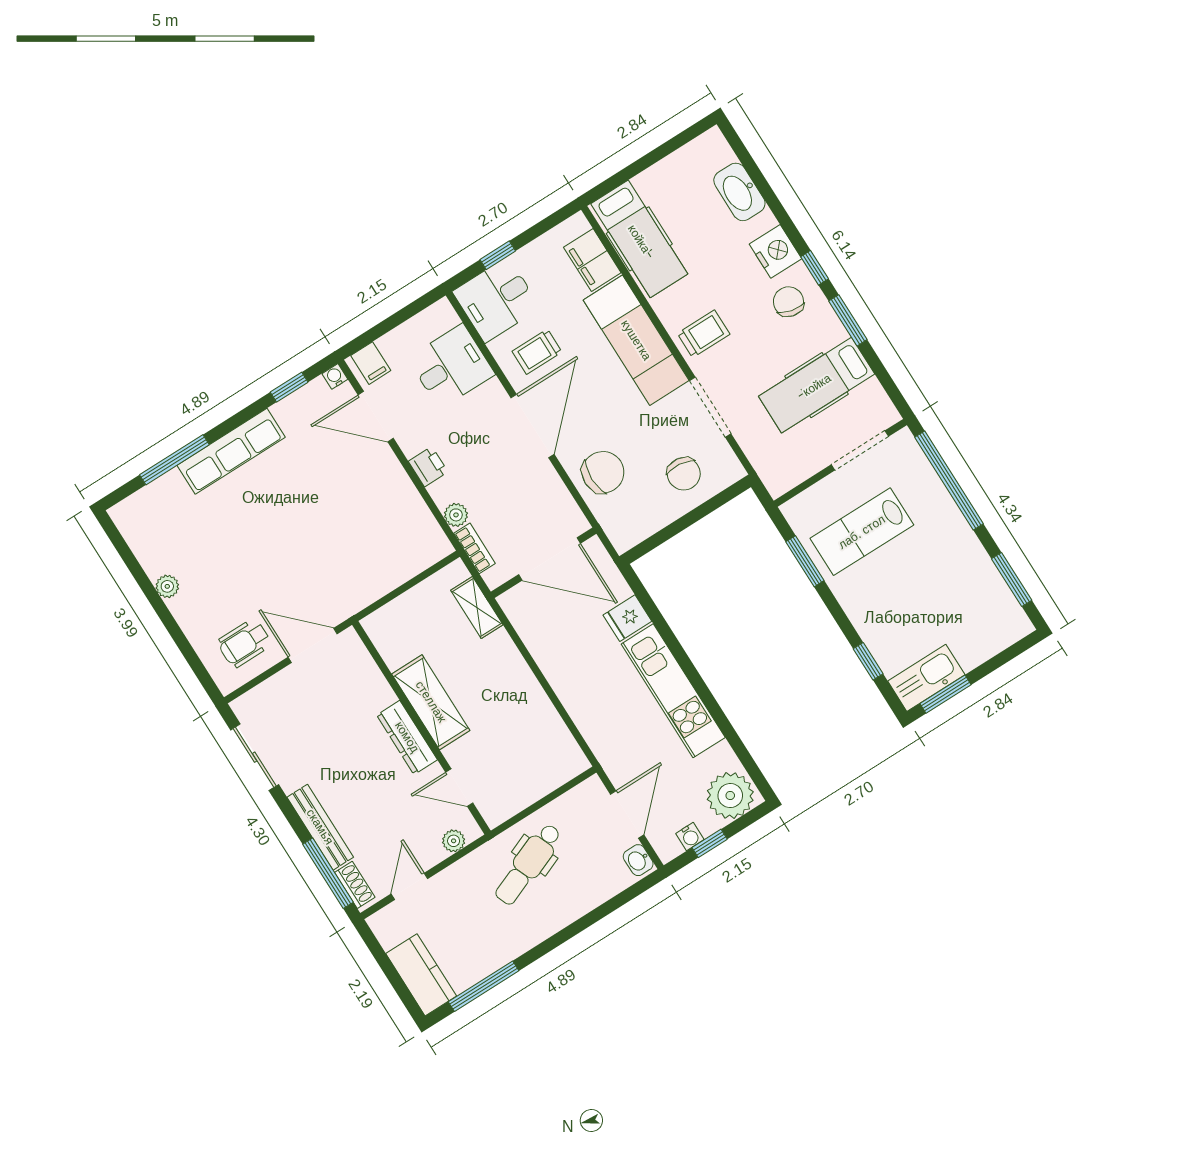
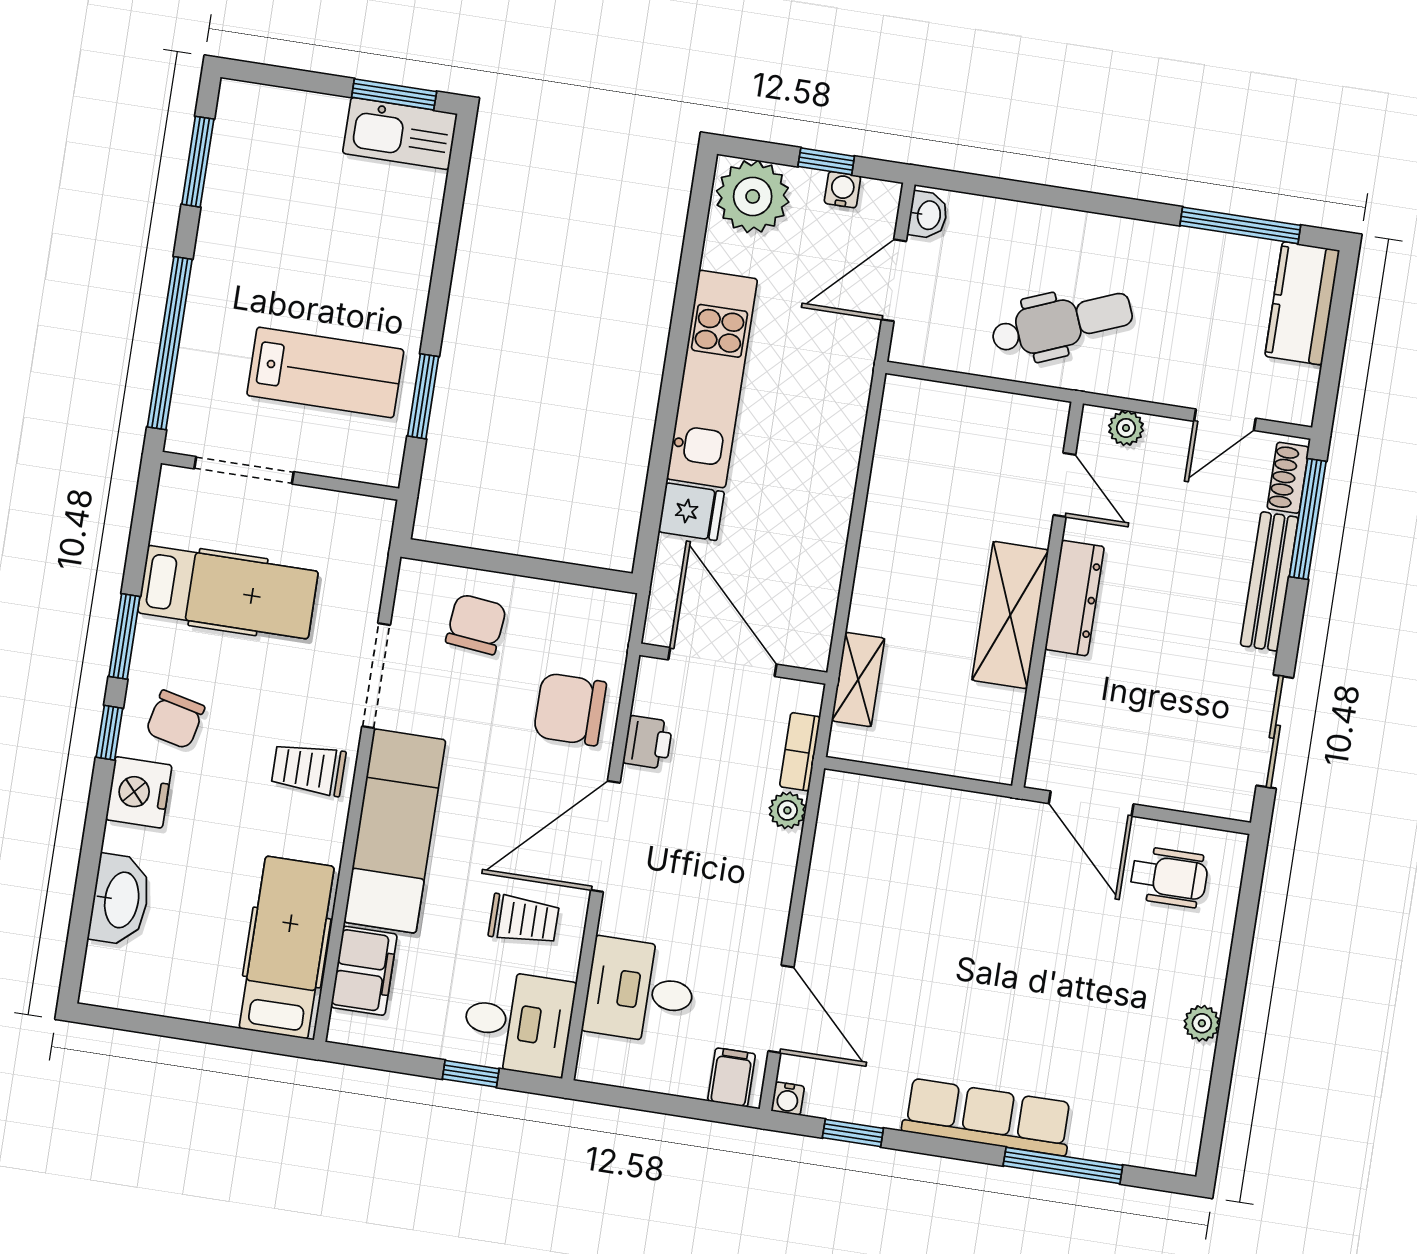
printer: (428, 467) -> (648, 742), moved, turned 180
window: (868, 661) -> (452, 213), removed

